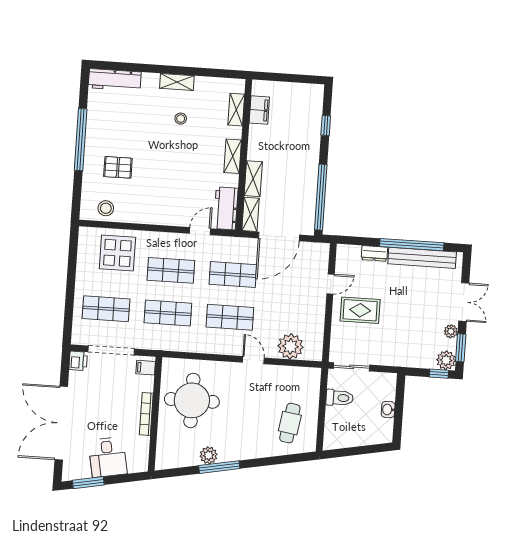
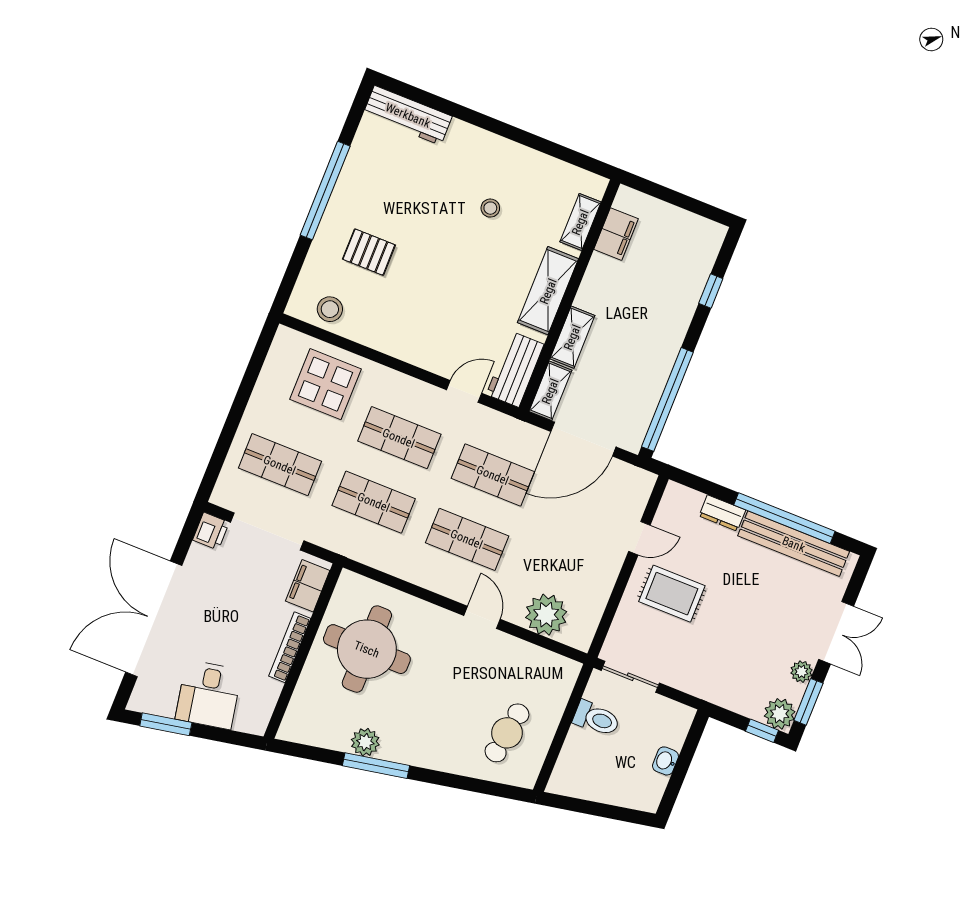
shelving: (177, 82) -> (503, 150), removed
shelving: (233, 156) -> (548, 291), width x1.50, depth x1.33
filing cabinet: (146, 368) -> (308, 586), width x2.00

